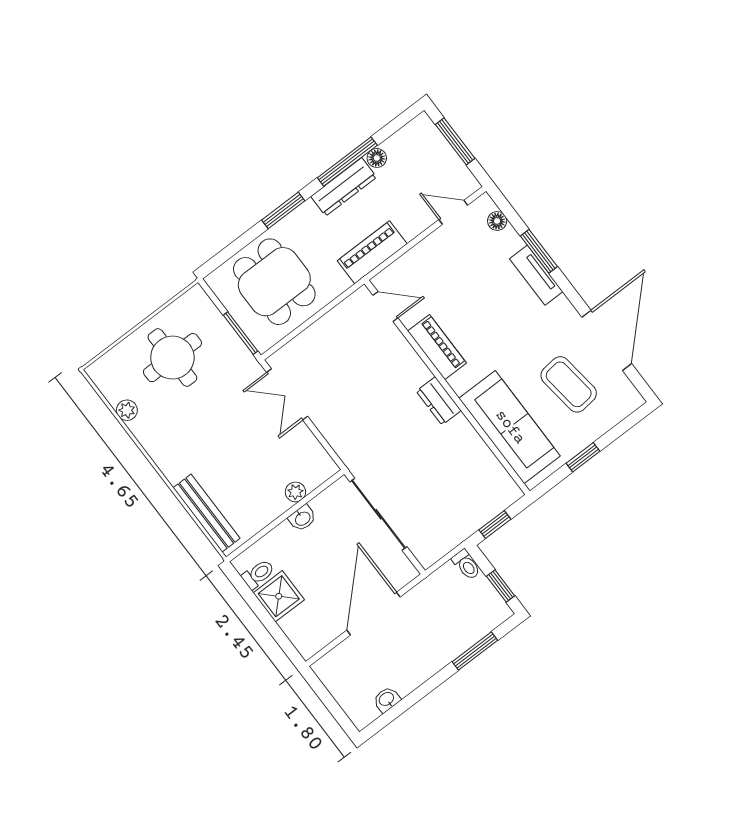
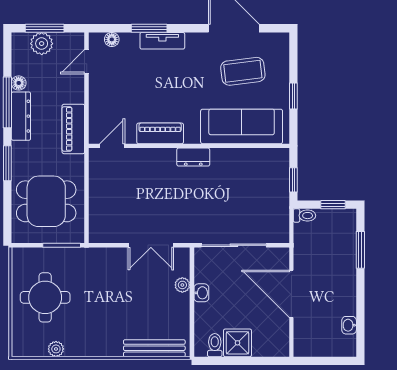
plant: (437, 150) -> (42, 44), added
double door: (287, 394) -> (151, 245), moved

